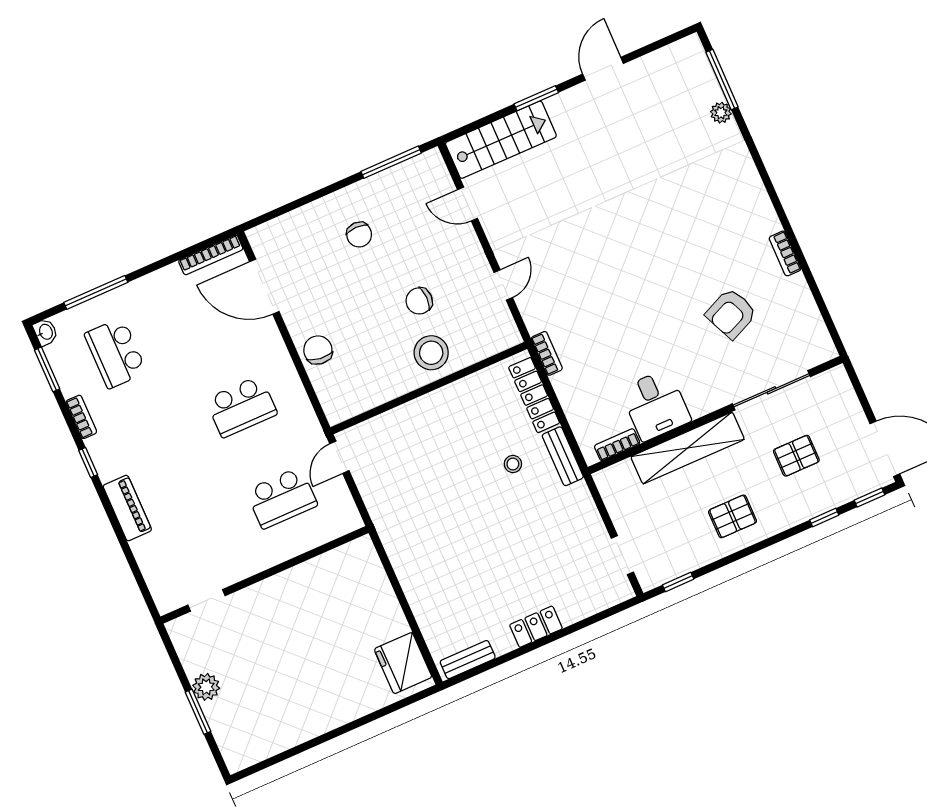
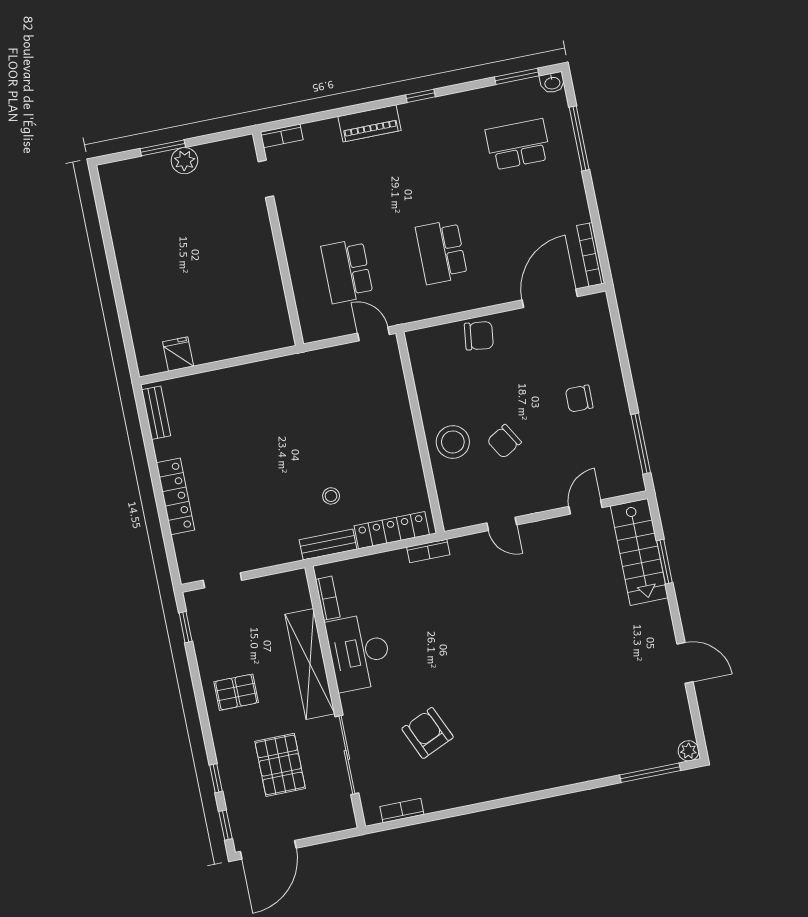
window: (536, 98) -> (665, 562), moved
plant: (721, 113) -> (689, 751), moved
bookcase: (785, 253) -> (402, 811), moved
chair: (419, 301) -> (504, 441), turned -121
desk: (655, 405) -> (359, 652), width x1.37
bookcase: (81, 417) -> (282, 136), moved
pallet: (796, 456) -> (280, 765), width x1.50, depth x1.42
pallet: (733, 516) -> (236, 692), turned 90
locker: (536, 627) -> (175, 496), width x1.53
fridge: (403, 663) -> (178, 354), width x0.53, depth x0.75

